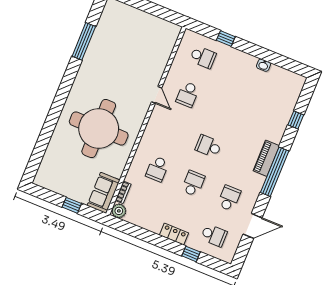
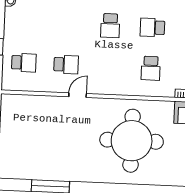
school desk: (203, 57) -> (24, 63), turned 90
school desk: (157, 169) -> (151, 68), turned 90

